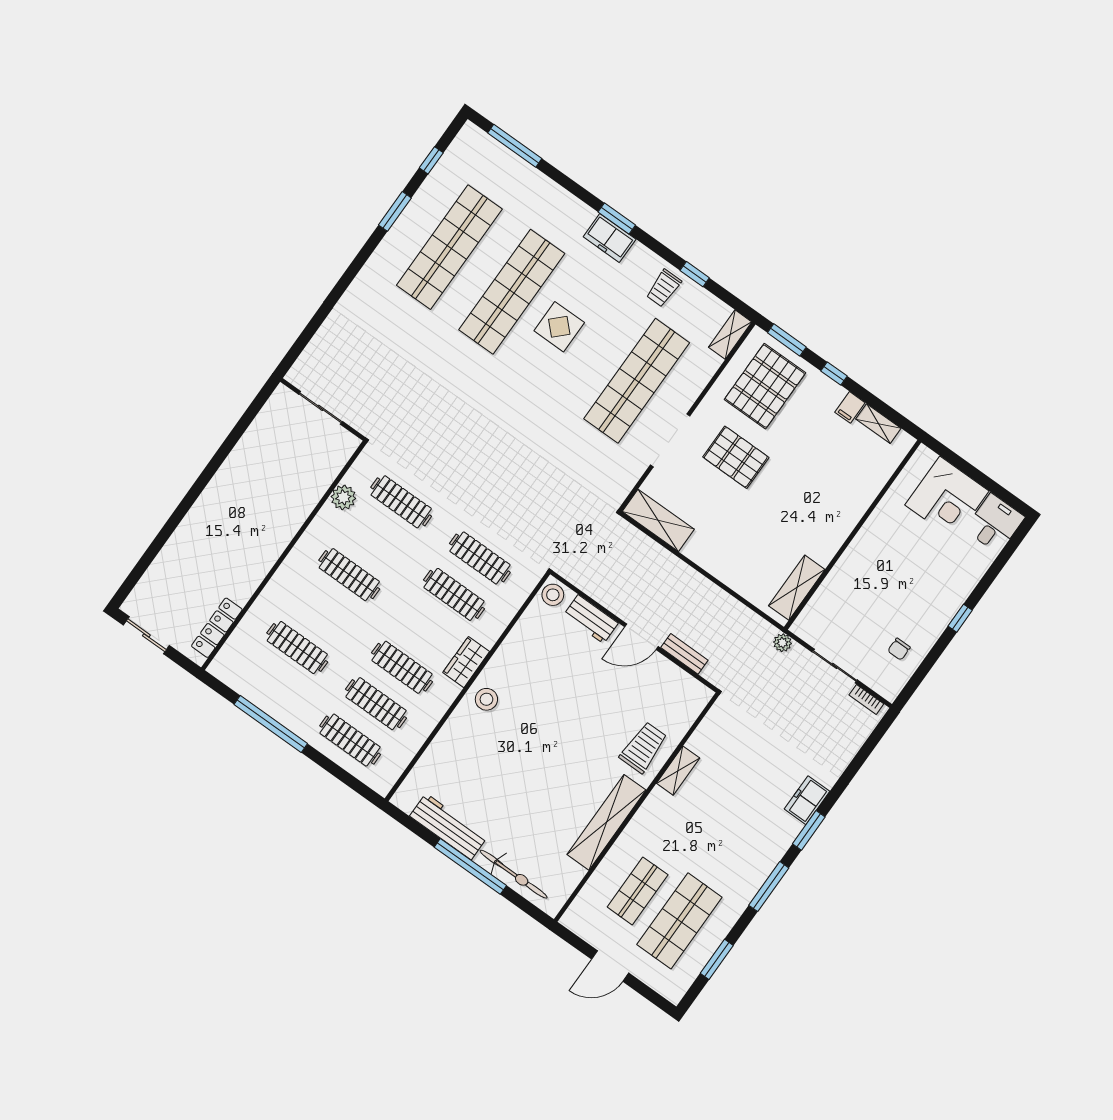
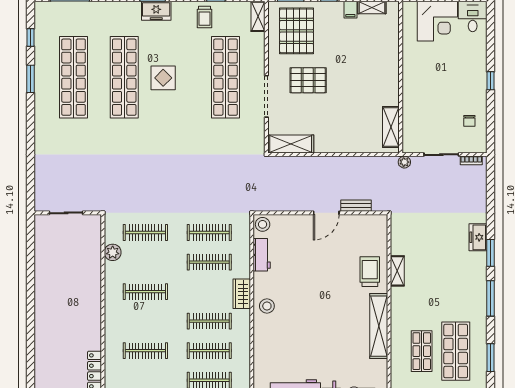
workbench: (591, 619) -> (262, 255), moved, turned -90

